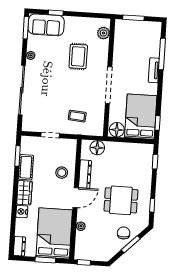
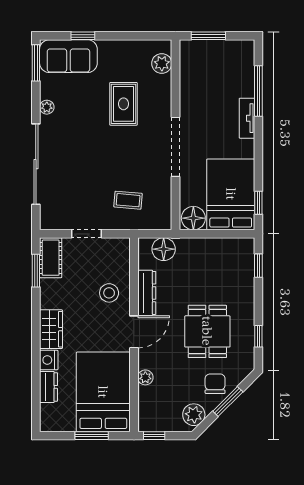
cot: (26, 167) -> (51, 258), moved
dining table: (121, 200) -> (207, 331), turned 90
dresser: (19, 246) -> (49, 387), moved
plant: (109, 251) -> (194, 415), added

